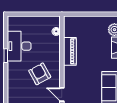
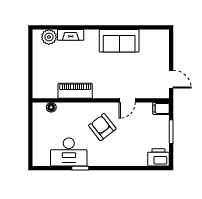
armchair: (40, 74) -> (102, 127), turned 81

